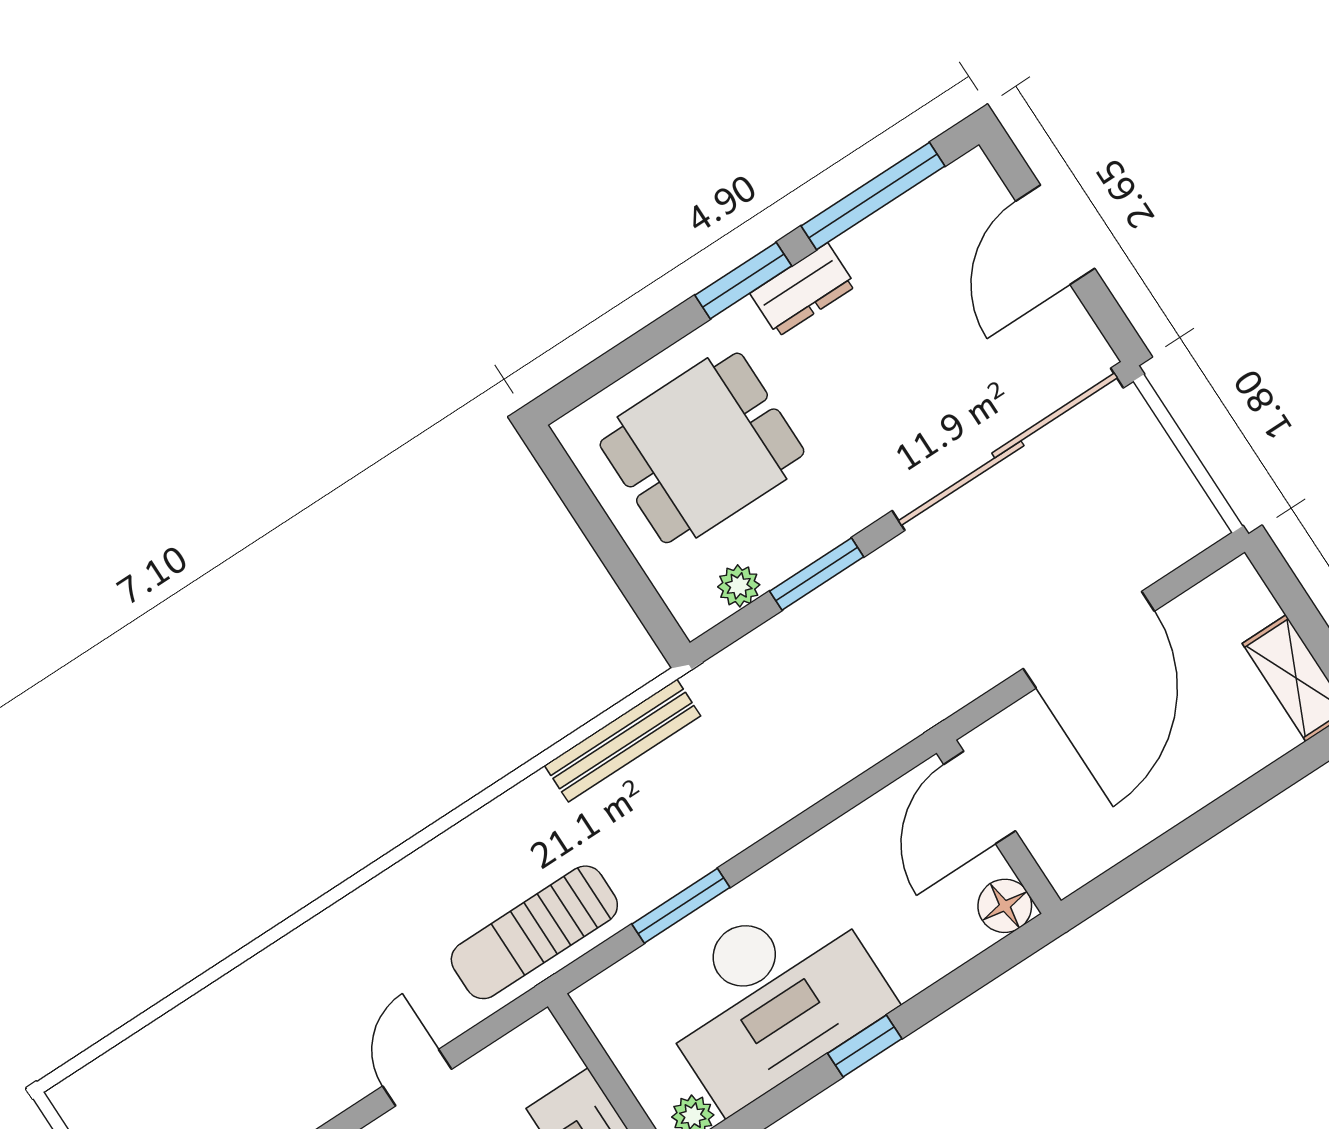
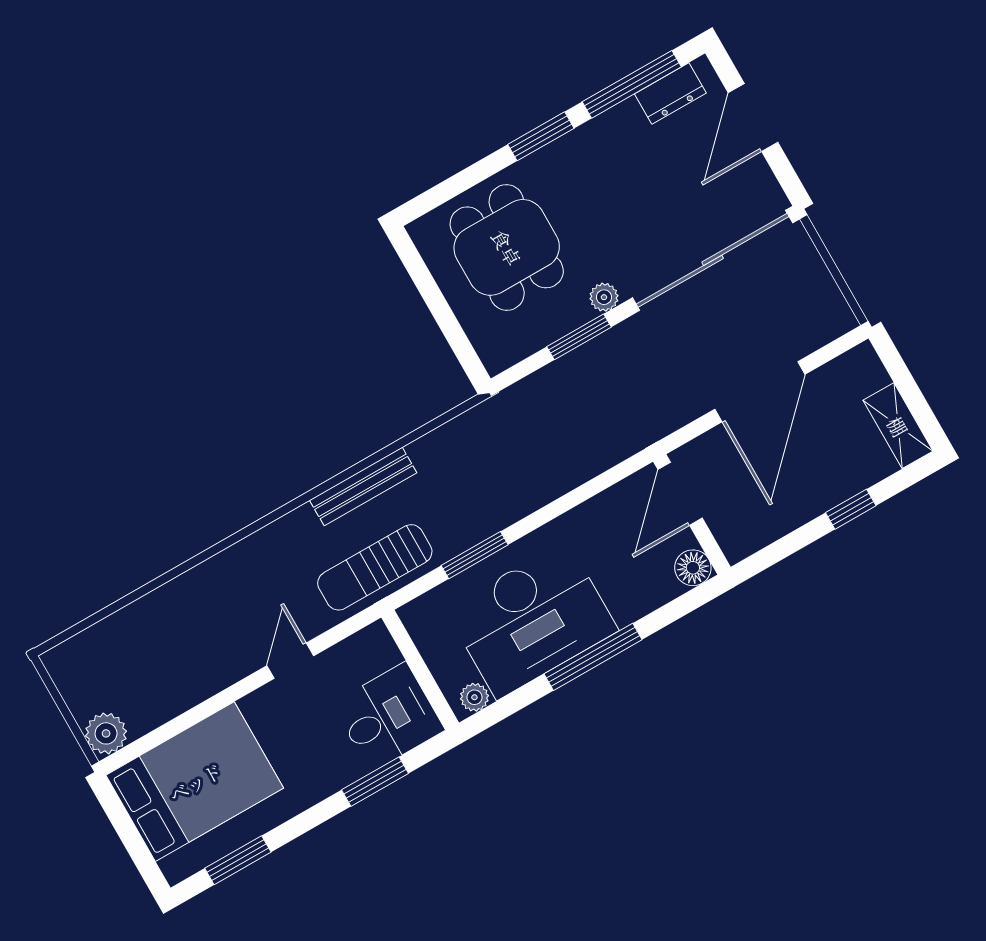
dresser: (803, 290) -> (670, 93), moved
dining table: (702, 448) -> (507, 247), turned 90
plant: (739, 586) -> (604, 297), moved
bench: (622, 740) -> (363, 486), moved
window: (1233, 806) -> (851, 509), added
window: (865, 1046) -> (593, 657), width x2.17

